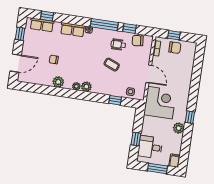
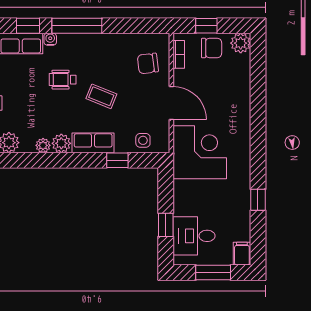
window: (130, 28) -> (28, 26), moved
chair: (138, 41) -> (148, 63), moved
wheelchair: (118, 45) -> (63, 80), moved
row of seats: (103, 89) -> (93, 143), added
window: (190, 117) -> (258, 200), moved
plant: (179, 128) -> (241, 43), moved

